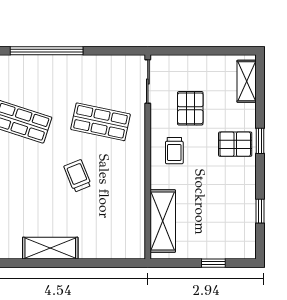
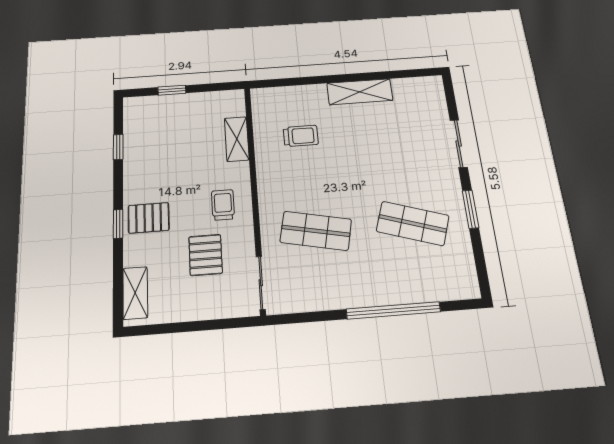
trolley: (78, 176) -> (301, 136), moved, turned -68
shelving: (163, 221) -> (237, 139), width x0.67, depth x0.75

